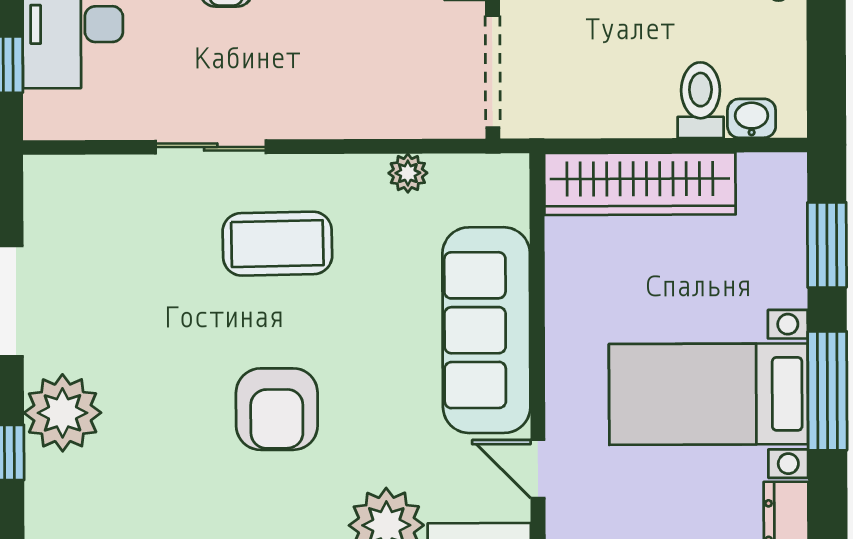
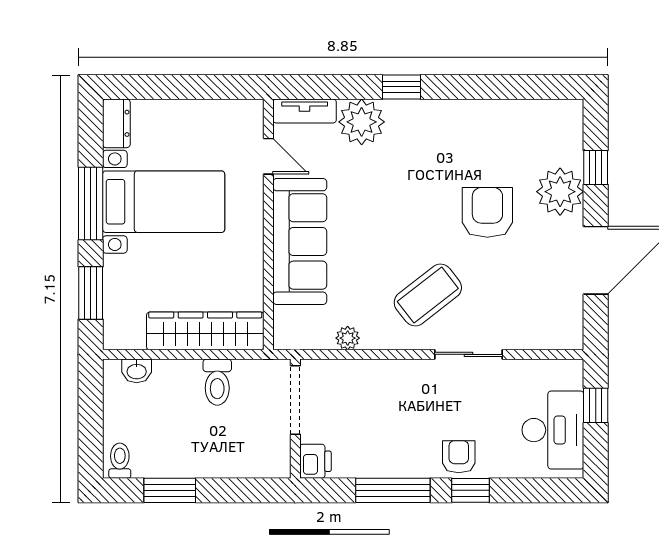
toilet: (701, 100) -> (217, 382), moved
coffee table: (277, 244) -> (428, 295), turned -37
armchair: (277, 409) -> (487, 212), moved

